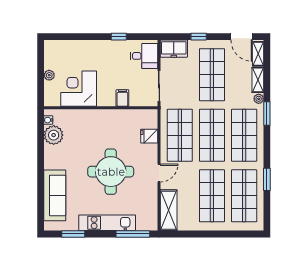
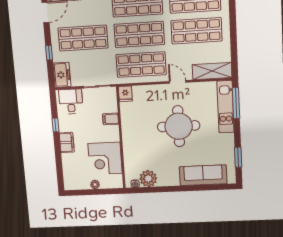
filing cabinet: (99, 47) -> (67, 142), added
fridge: (149, 136) -> (125, 94), moved
kitchen unit: (107, 223) -> (225, 107), moved

